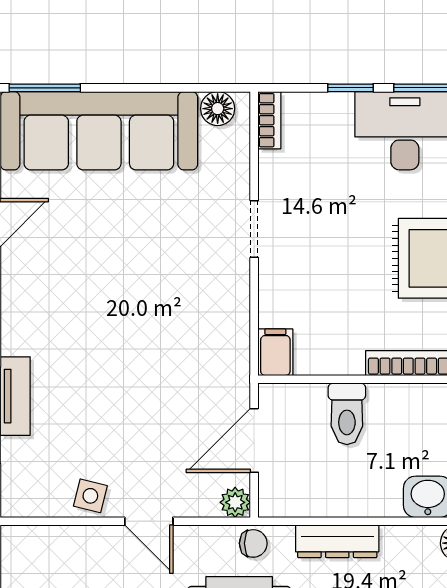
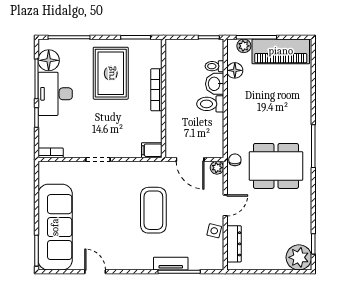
floor lamp: (218, 109) -> (45, 175), removed
coffee table: (138, 356) -> (153, 210), added
toilet: (347, 414) -> (210, 104), moved, turned 180
dresser: (337, 541) -> (234, 244), moved

